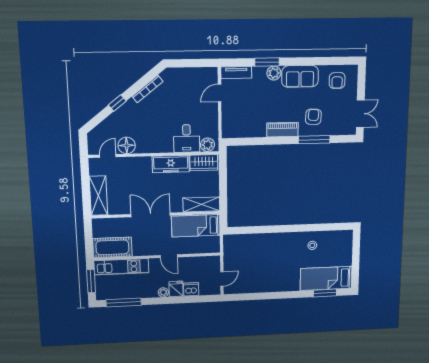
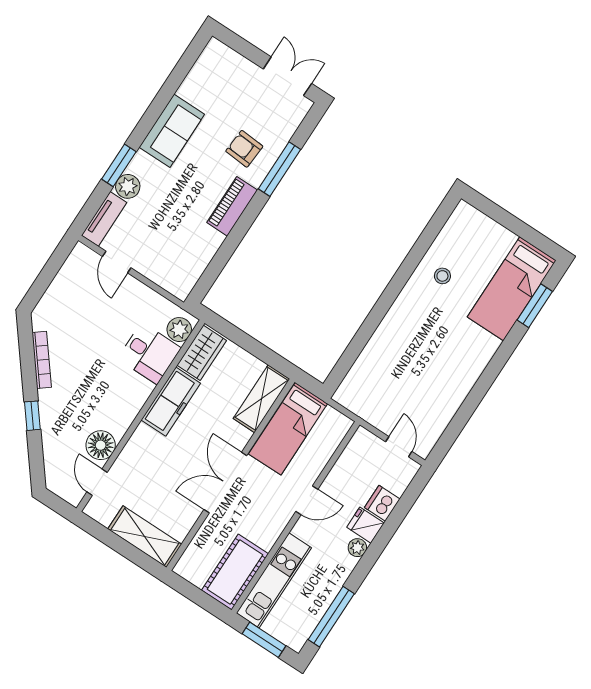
plant: (274, 73) -> (128, 186), moved
armchair: (337, 80) -> (215, 80), removed

